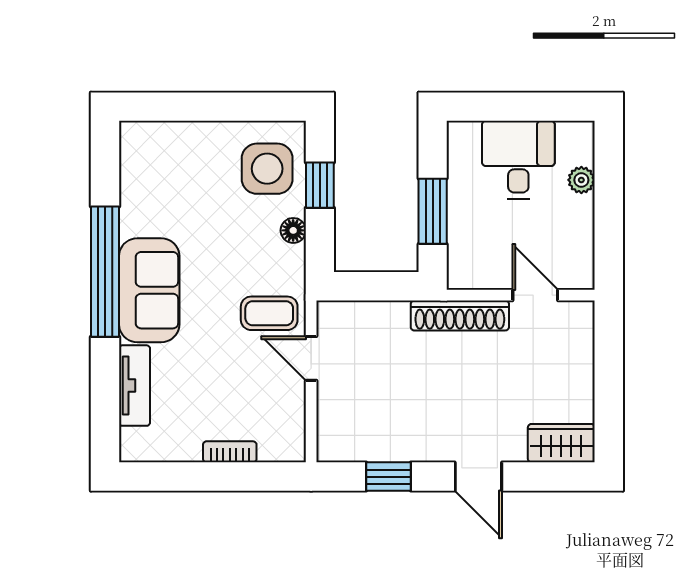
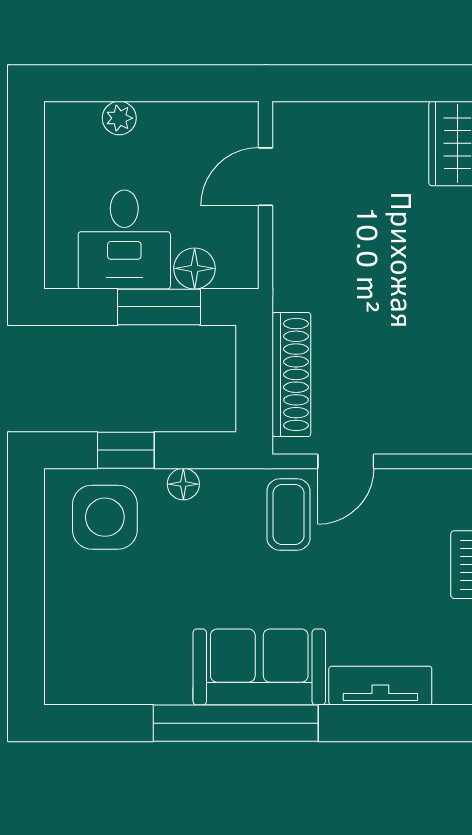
desk: (518, 160) -> (124, 239), moved, turned -90
floor lamp: (463, 239) -> (195, 268), added
shoe rack: (460, 316) -> (291, 374), moved

